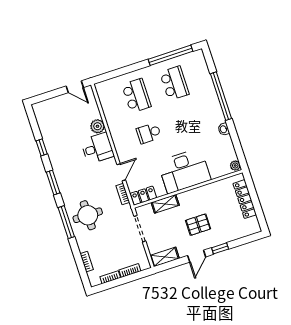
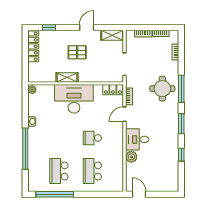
school desk: (149, 133) -> (92, 138), turned 180
locker: (245, 199) -> (33, 46), moved
shelving: (165, 204) -> (67, 77), moved
window: (220, 248) -> (49, 28), moved

